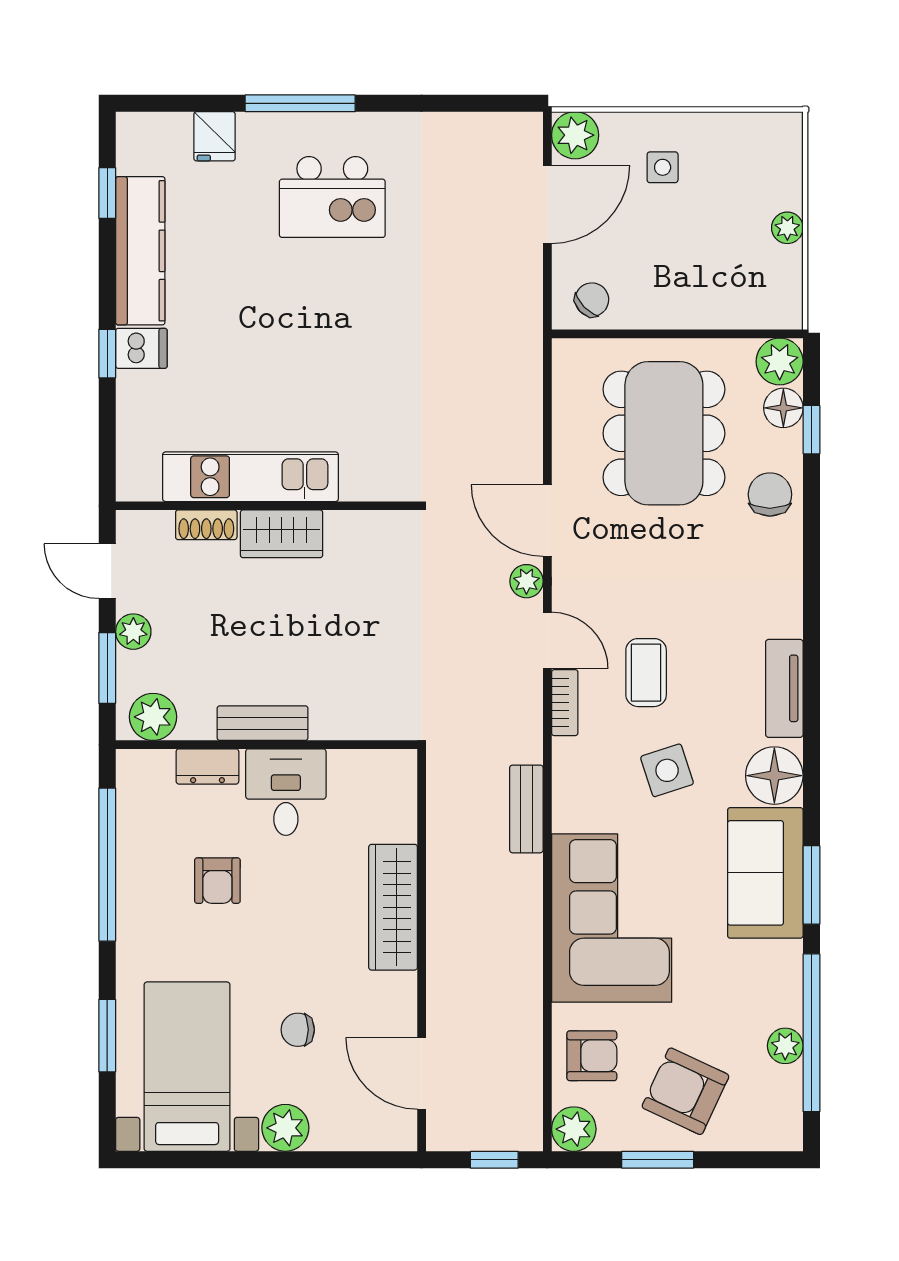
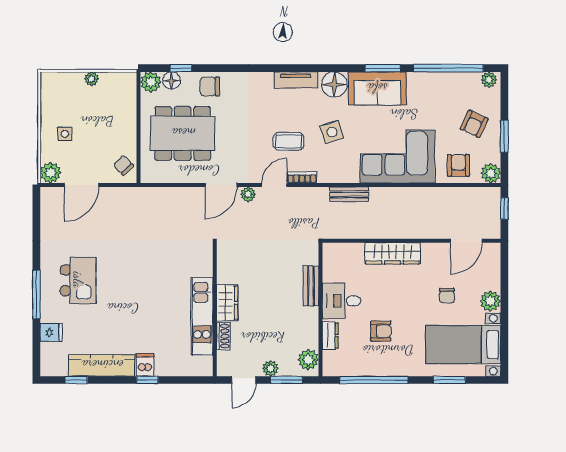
door: (547, 204) -> (81, 185), swing flipped
bench: (263, 723) -> (311, 286), moved
plant: (785, 1046) -> (489, 80), moved
armchair: (685, 1091) -> (474, 124), width x0.72, depth x0.72

